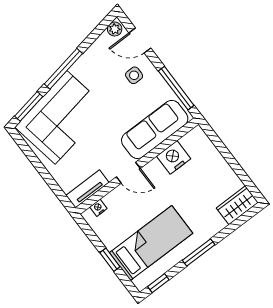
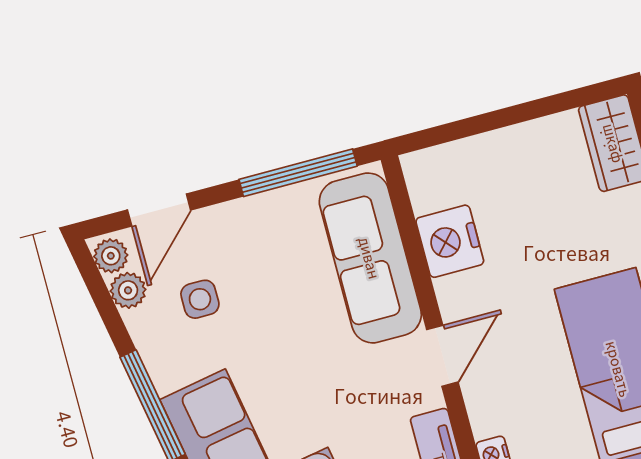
plant: (104, 41) -> (128, 290), added
side table: (134, 75) -> (200, 299), moved

